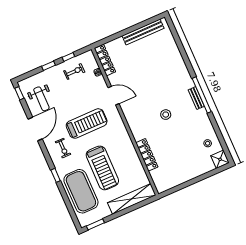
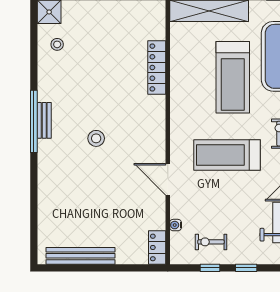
locker: (105, 60) -> (157, 247), width x0.66
stool: (166, 115) -> (96, 138), moved
treadmill: (102, 168) -> (233, 77), turned 180

